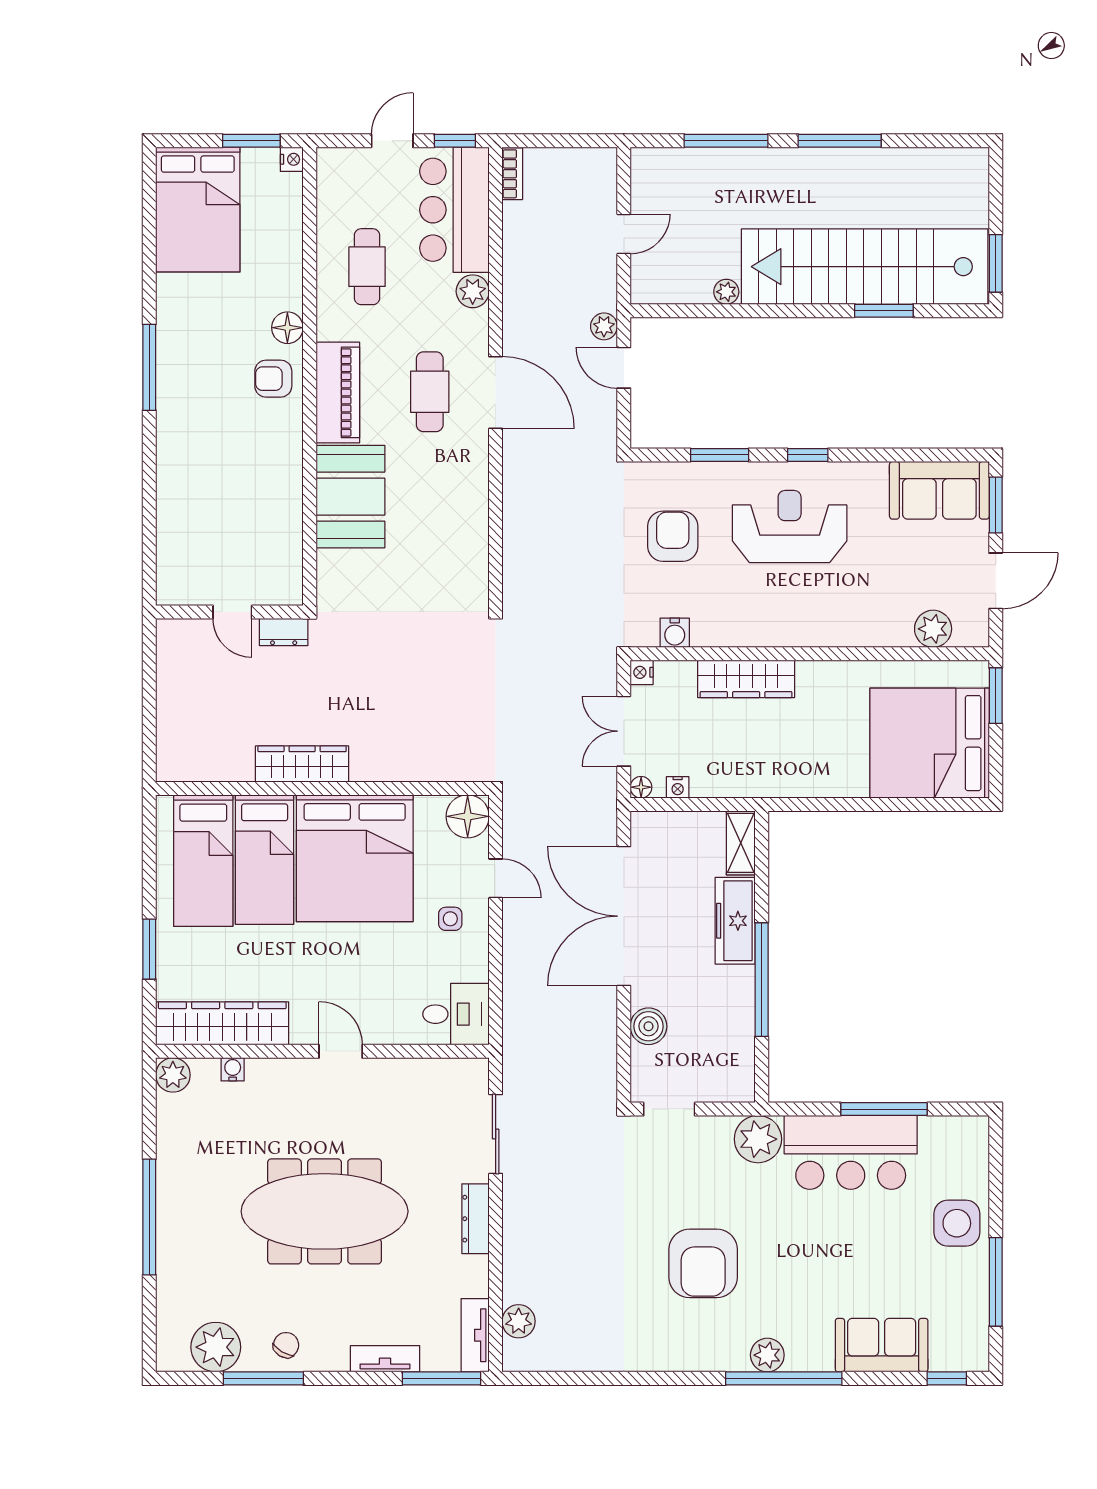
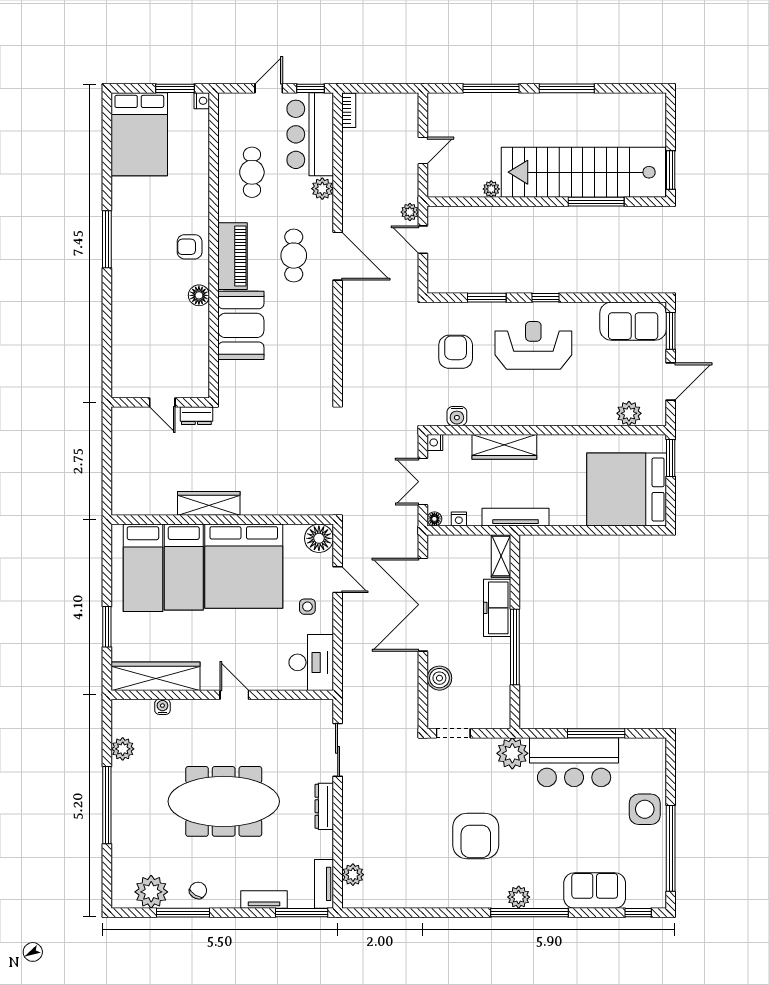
window: (884, 311) -> (596, 202), width x1.44
floor lamp: (287, 328) -> (199, 295), moved
tv unit: (763, 784) -> (516, 517), added
desk: (456, 1014) -> (311, 662), width x1.37
plant: (173, 1075) -> (123, 749), moved
window: (996, 1282) -> (671, 848), width x1.46

